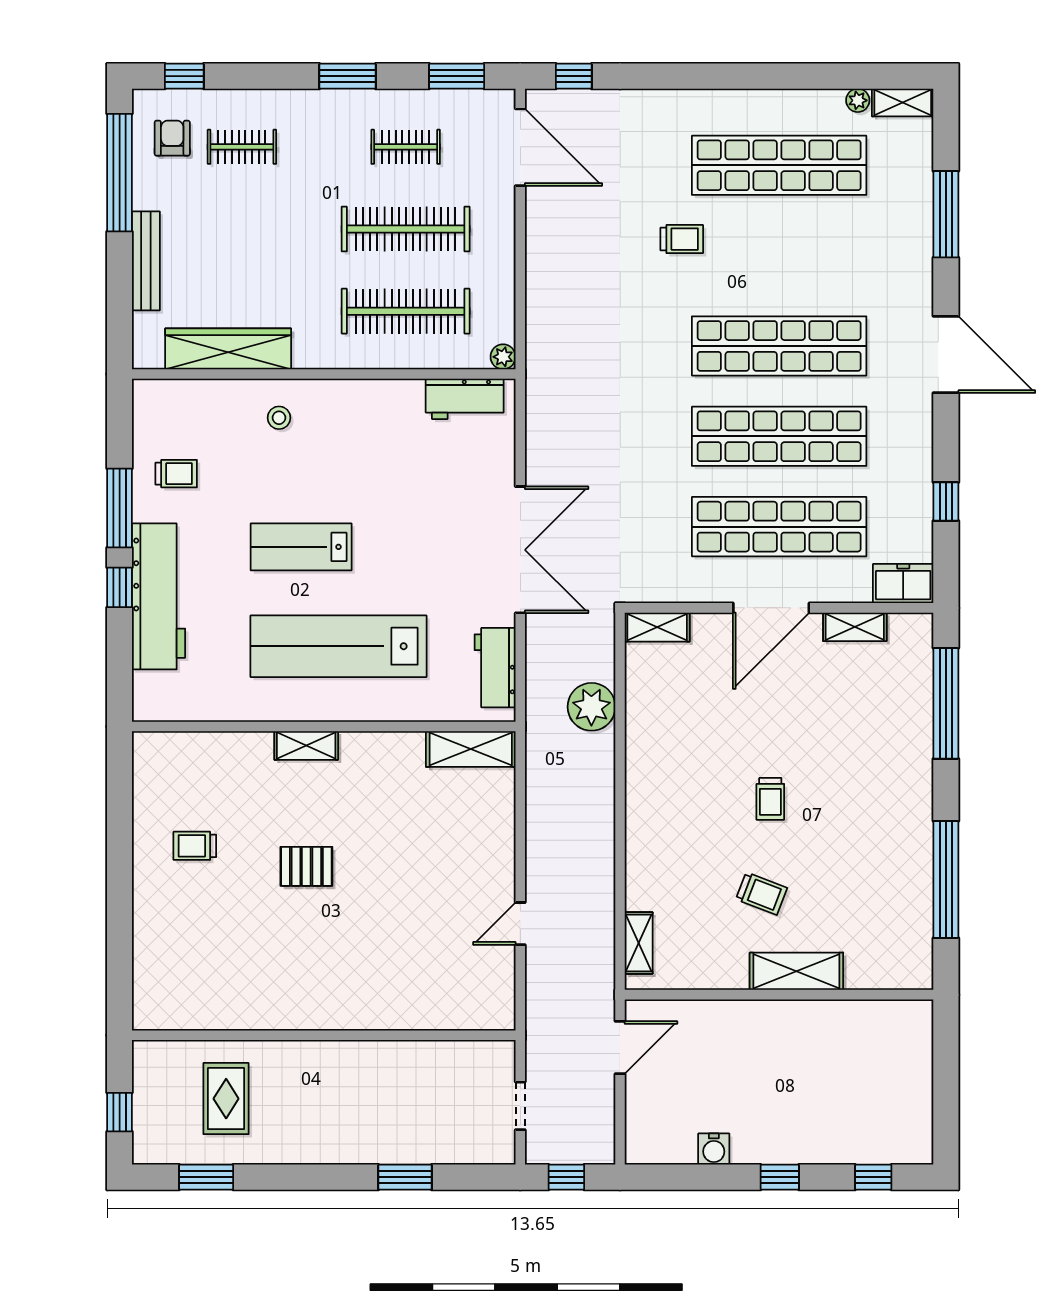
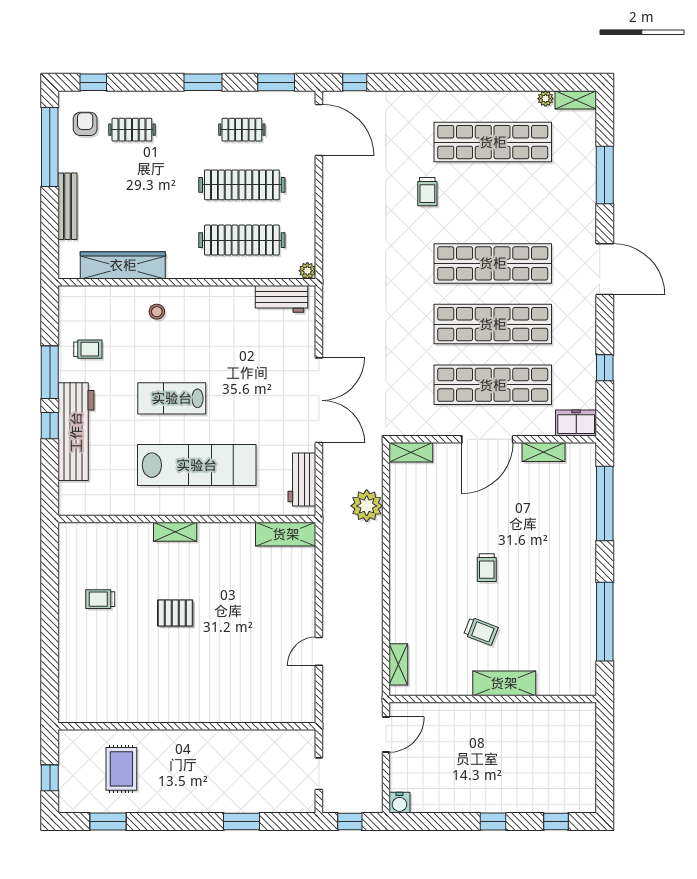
trolley: (682, 239) -> (427, 192), turned 90
lab bench: (338, 646) -> (197, 465), turned 180
water cooler: (714, 1149) -> (400, 803), moved

